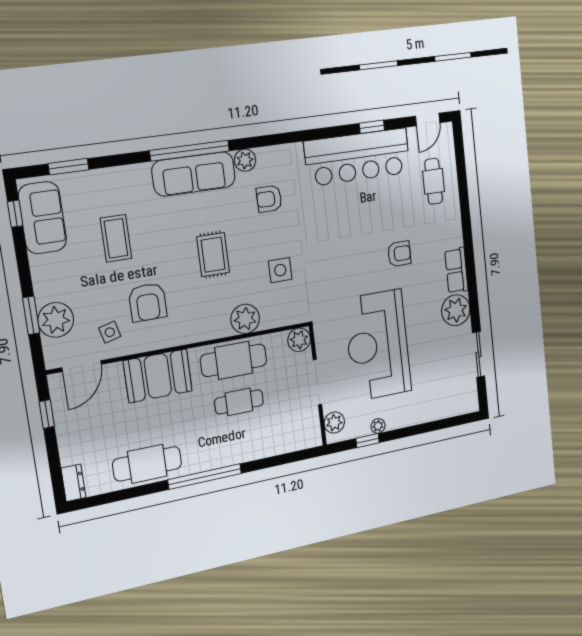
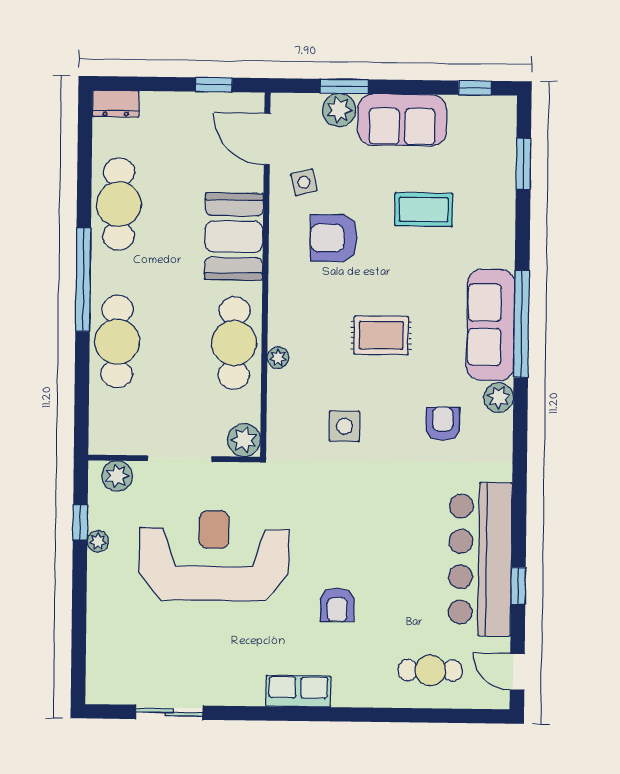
sofa: (42, 218) -> (402, 120), moved
plant: (456, 310) -> (241, 683), removed
plant: (245, 319) -> (278, 358), width x0.53, depth x0.53
plant: (56, 320) -> (339, 110), width x0.73, depth x0.73
cafe table: (239, 402) -> (117, 342), moved, width x1.37, depth x1.35

